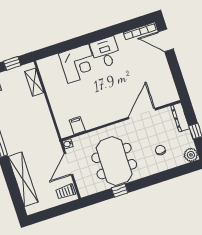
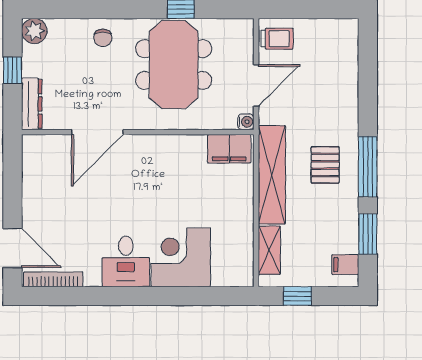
filing cabinet: (77, 125) -> (229, 149), width x2.00
pallet: (20, 135) -> (325, 165), added
chair: (160, 150) -> (103, 38), moved
shelving: (23, 179) -> (272, 175), moved

